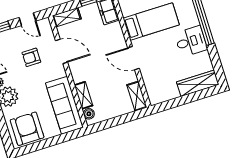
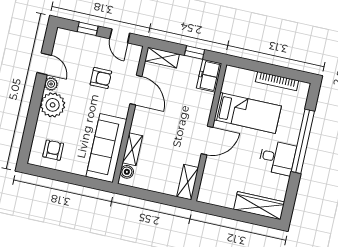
armchair: (31, 57) -> (101, 78), turned 180
door: (133, 58) -> (207, 141), swing flipped
armchair: (27, 129) -> (53, 150), width x0.53, depth x0.53

